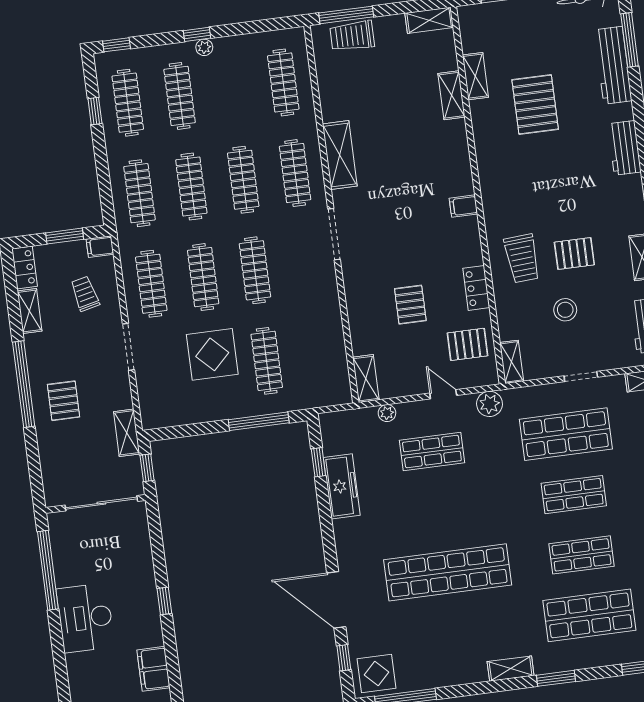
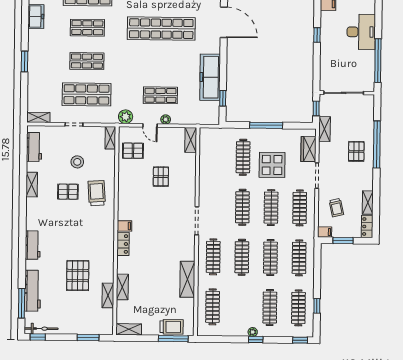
shelving: (340, 155) -> (187, 279), moved
locker: (476, 288) -> (123, 244), moved
window: (24, 384) -> (377, 144), moved
wardrobe: (151, 392) -> (308, 149), added
plant: (387, 413) -> (166, 119), moved
window: (259, 421) -> (266, 125), moved
freezer: (342, 486) -> (210, 77), width x1.36, depth x1.26

